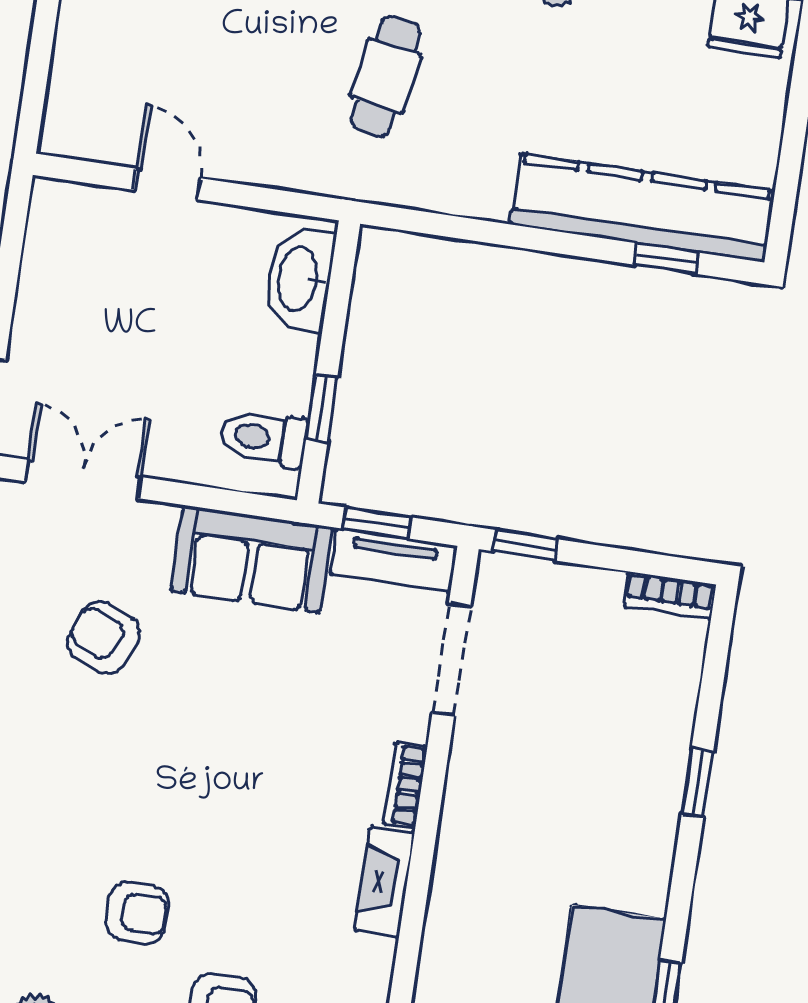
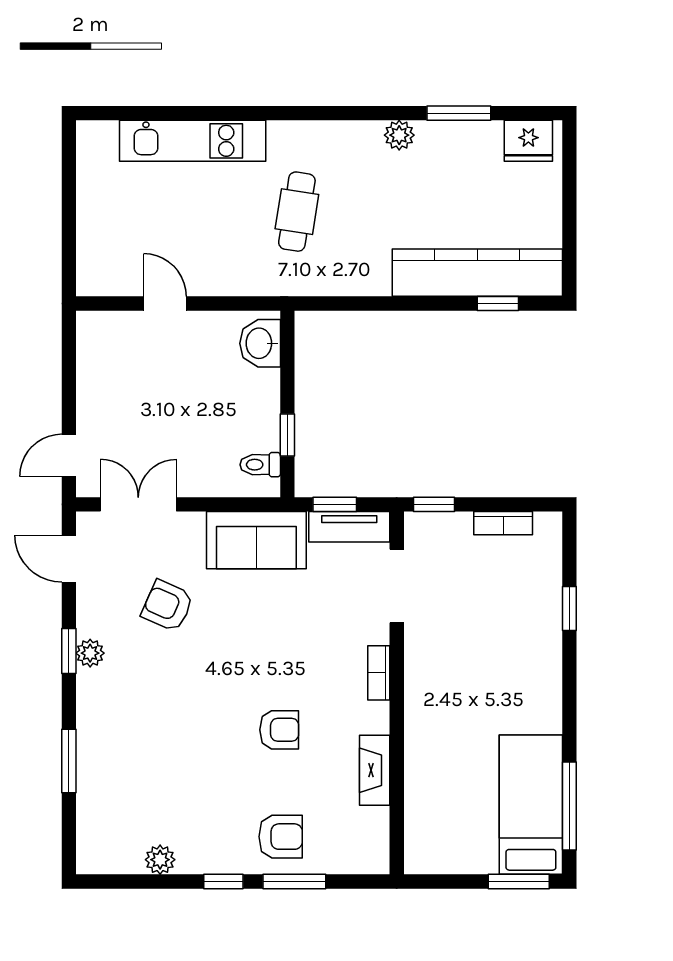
washbasin: (299, 279) -> (260, 343), width x0.72
toilet: (264, 438) -> (260, 465), width x0.73, depth x0.72
bookcase: (670, 595) -> (503, 523), moved
window: (697, 783) -> (569, 608), moved
fireplace: (384, 882) -> (375, 770), moved
armchair: (137, 913) -> (279, 730), moved

